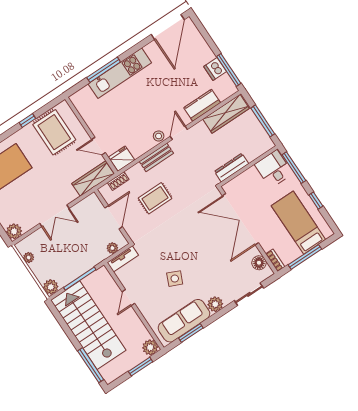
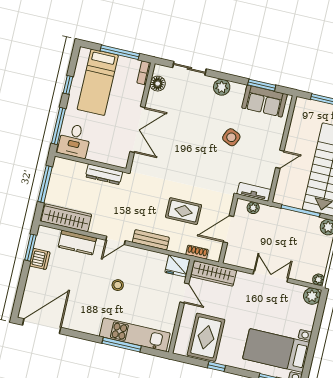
window: (229, 70) -> (30, 248), width x0.69
kitchen unit: (120, 73) -> (135, 335), moved
stool: (159, 136) -> (118, 285), moved
double door: (241, 219) -> (137, 130), width x0.73
plant: (29, 257) -> (318, 280), moved
sofa: (184, 321) -> (264, 101), width x0.73
plant: (150, 347) -> (303, 106), removed

